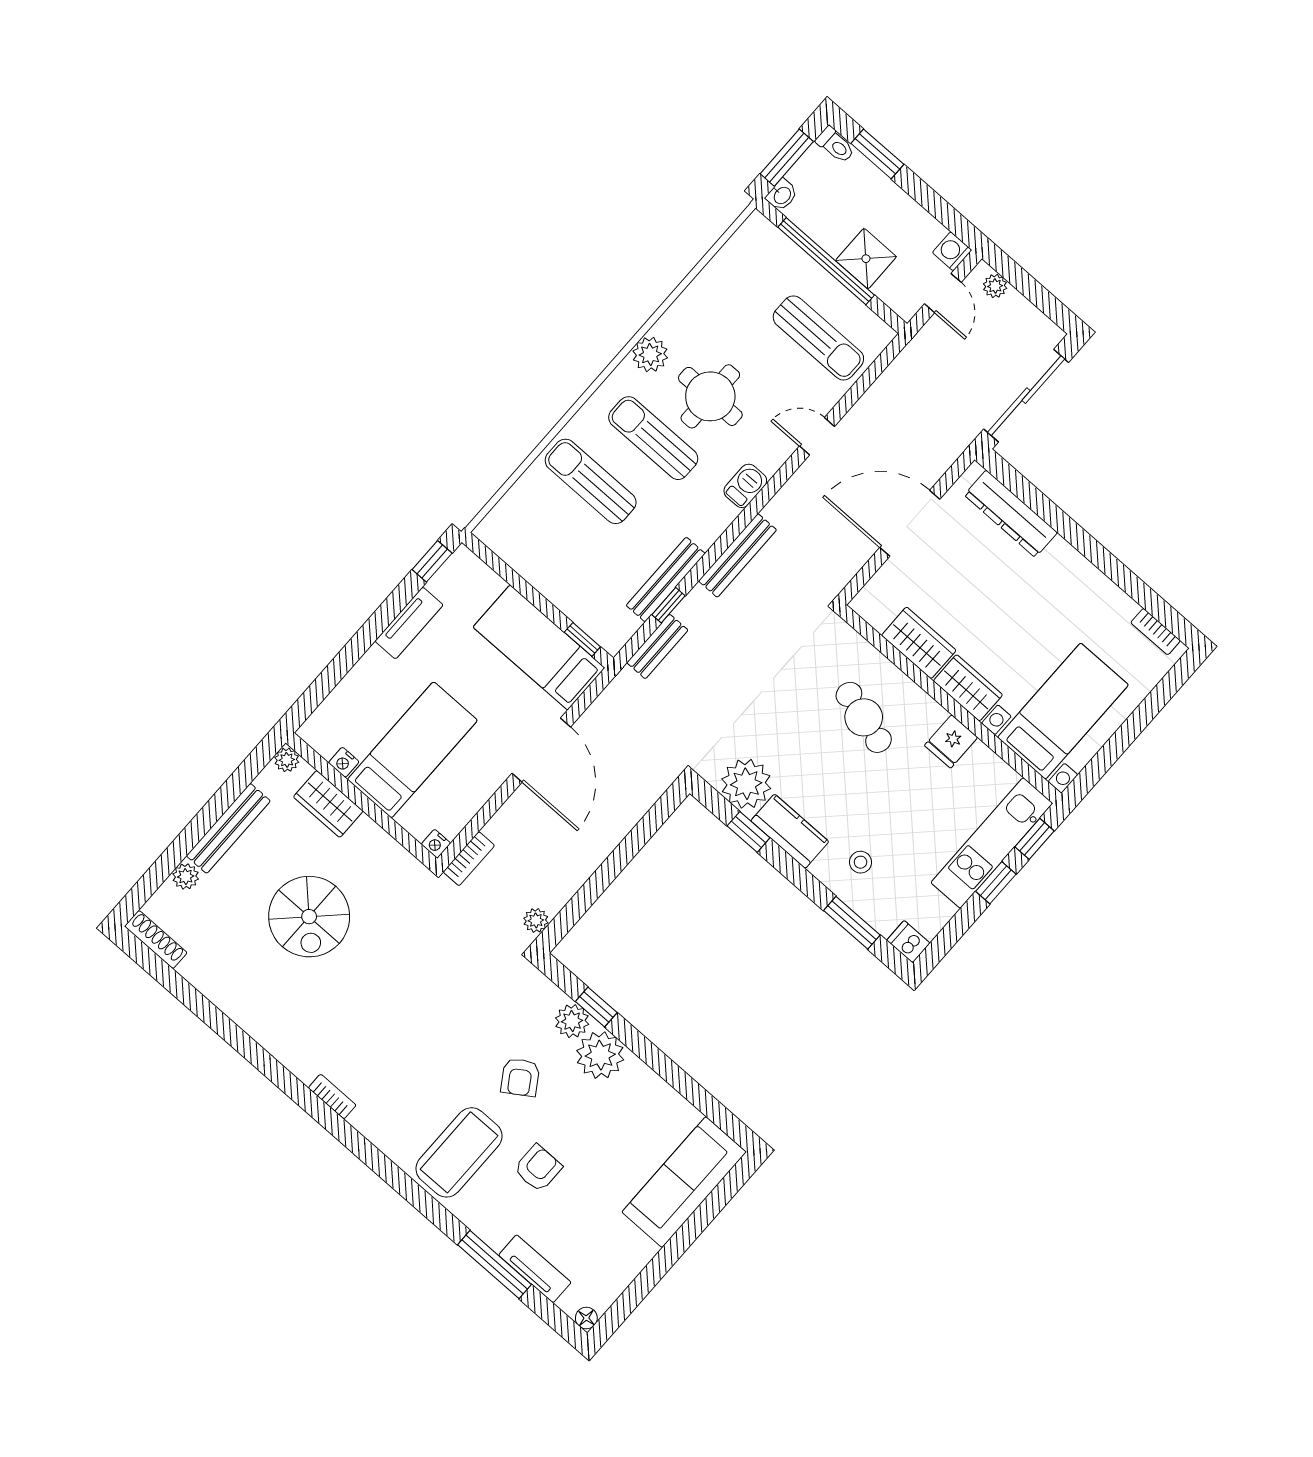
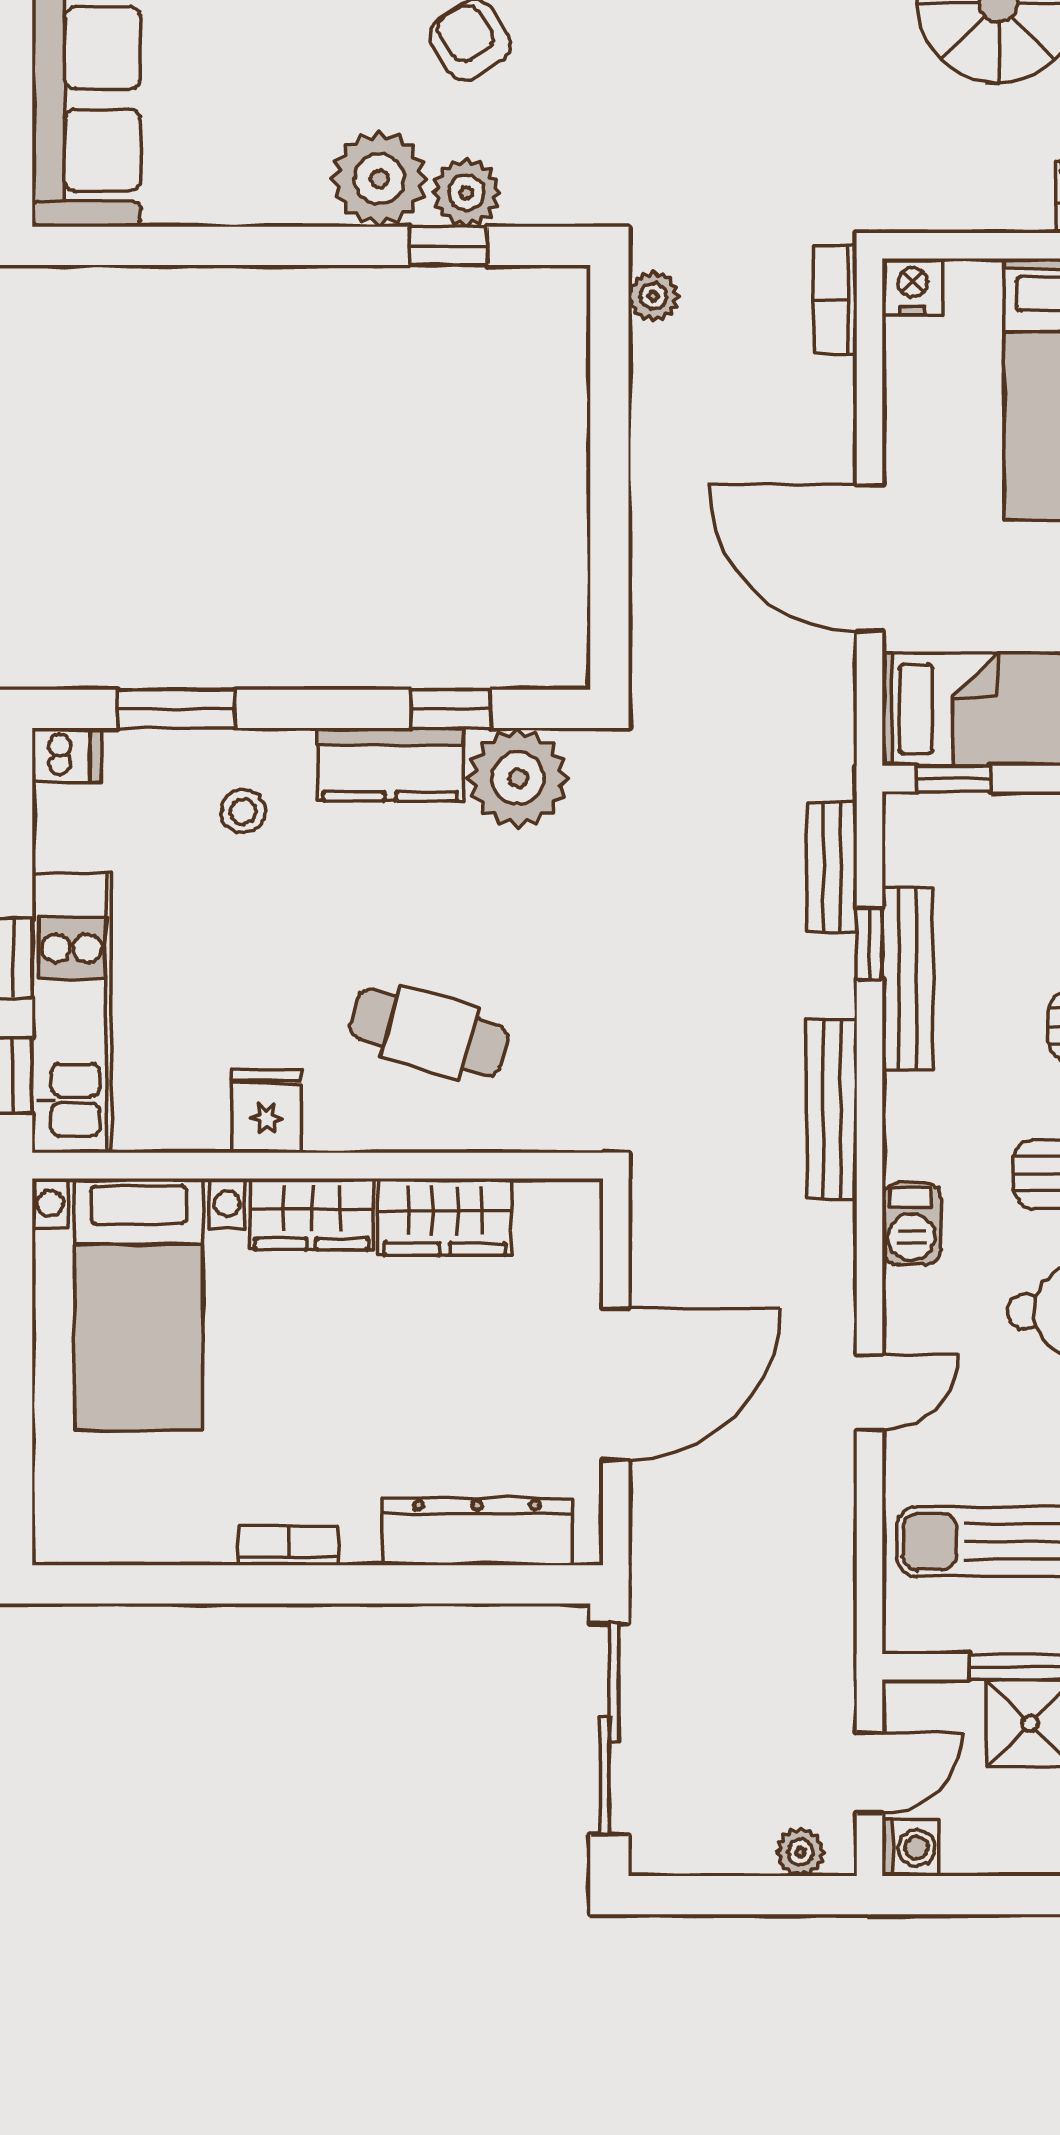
door: (943, 293) -> (869, 1773), swing flipped
bookcase: (1156, 632) -> (289, 1545), moved
nightstand: (436, 844) -> (913, 287), width x1.39, depth x1.35

